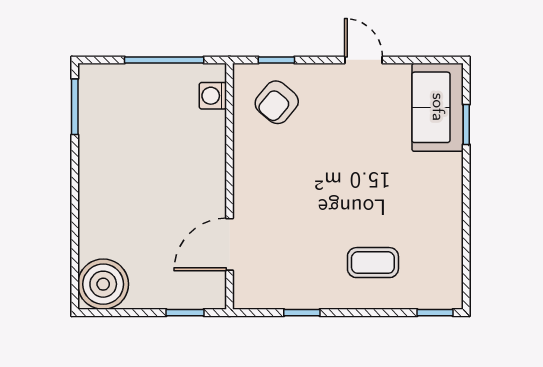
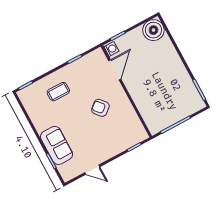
door: (364, 60) -> (92, 170), moved
washing machine: (213, 96) -> (111, 49), moved
armchair: (277, 102) -> (100, 108), moved, turned -80
sofa: (438, 107) -> (57, 145), moved

